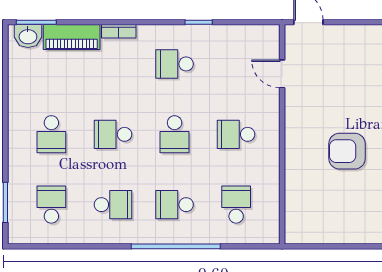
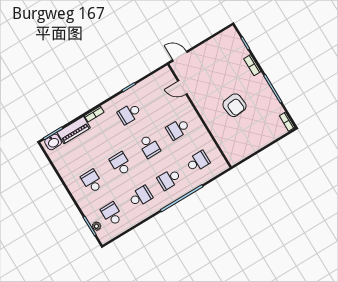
school desk: (51, 134) -> (92, 181), turned 180
school desk: (113, 134) -> (121, 164), turned 90
armchair: (347, 151) -> (234, 105), turned -96
school desk: (236, 205) -> (198, 162), turned 90
plant: (16, 209) -> (97, 226), added

